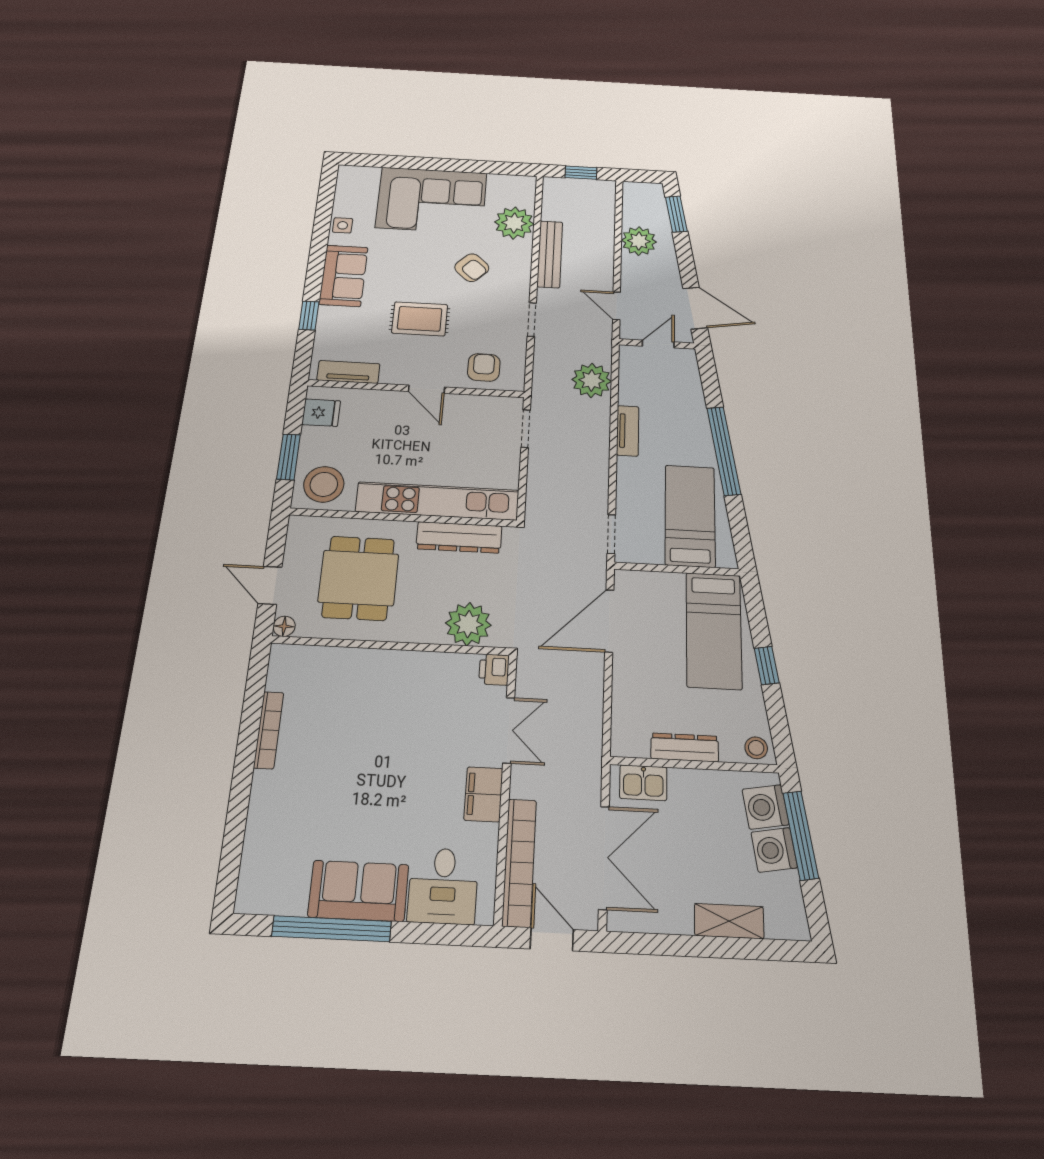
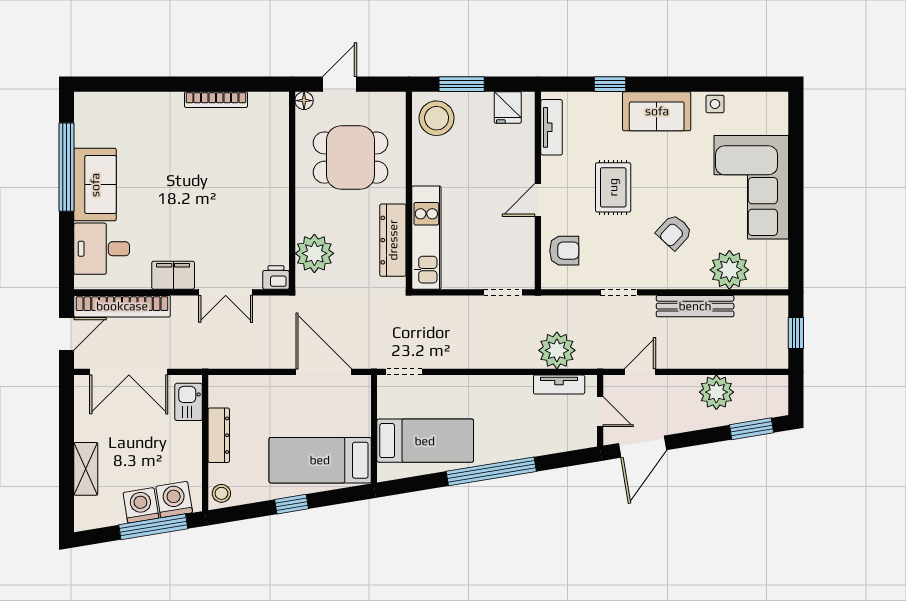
tv unit: (628, 431) -> (559, 384), moved
kitchen unit: (437, 501) -> (426, 238), width x0.73

